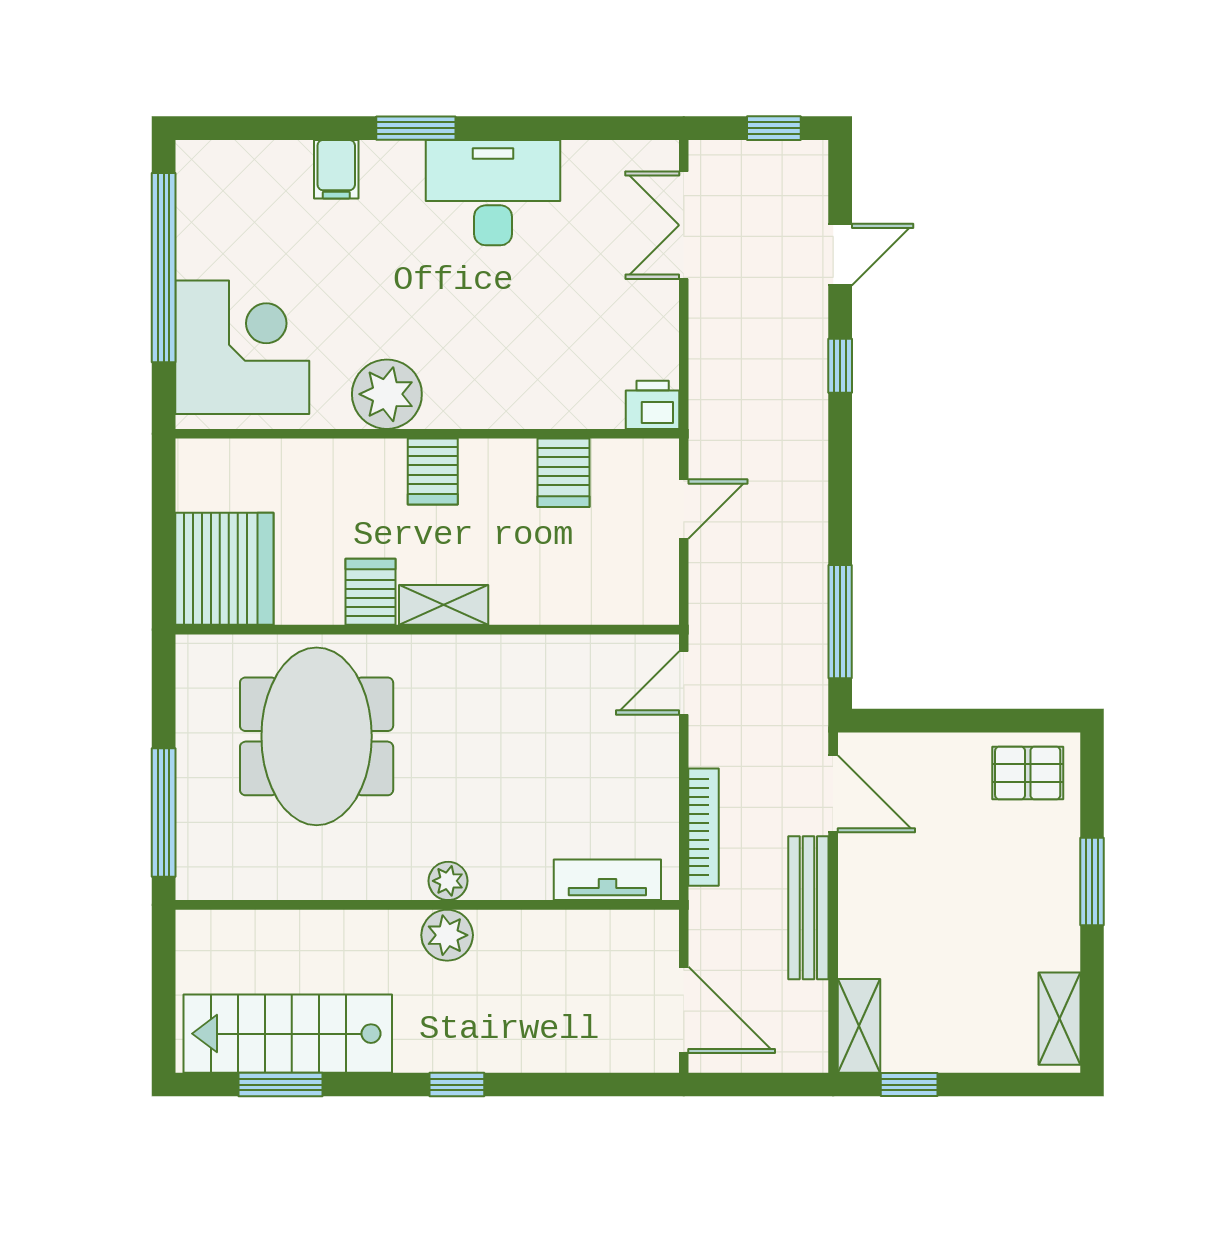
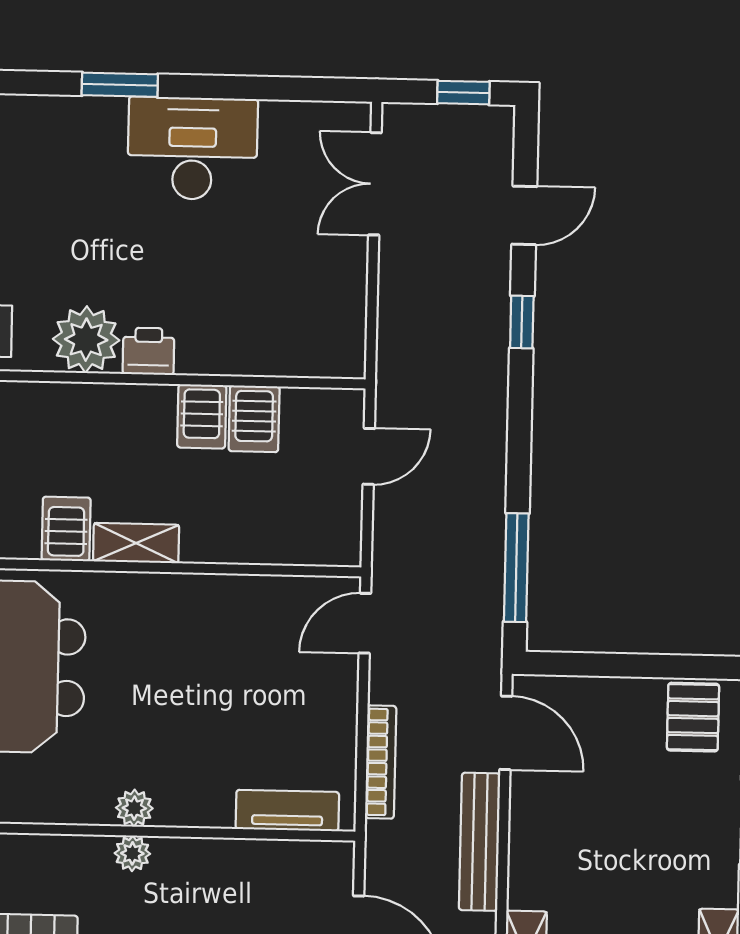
filing cabinet: (336, 169) -> (42, 122), removed
printer: (653, 405) -> (148, 351), moved
server rack: (433, 471) -> (202, 416), moved
pallet: (1028, 773) -> (693, 717), turned 90
plant: (447, 935) -> (132, 853), width x0.73, depth x0.73

